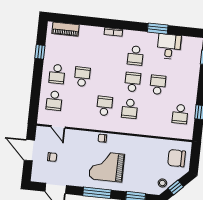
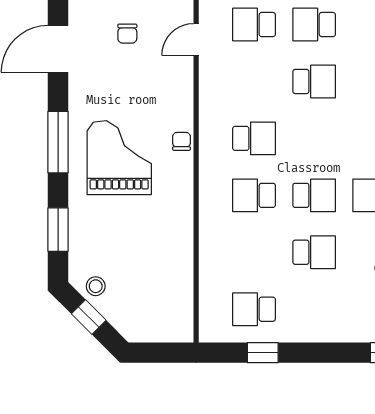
chair: (177, 158) -> (154, 312), removed

